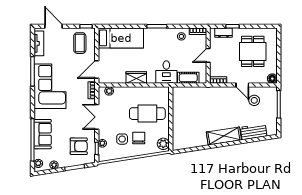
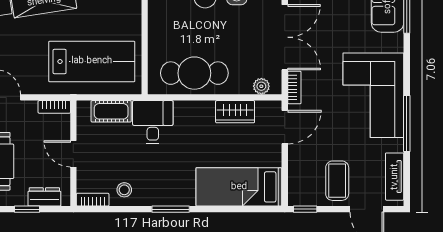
coffee table: (80, 43) -> (337, 181), moved
door: (208, 55) -> (73, 154), swing flipped
wardrobe: (136, 78) -> (235, 112), moved
lab bench: (198, 104) -> (92, 61), added
cafe table: (147, 114) -> (194, 73), moved
double door: (97, 117) -> (285, 37), width x1.37

